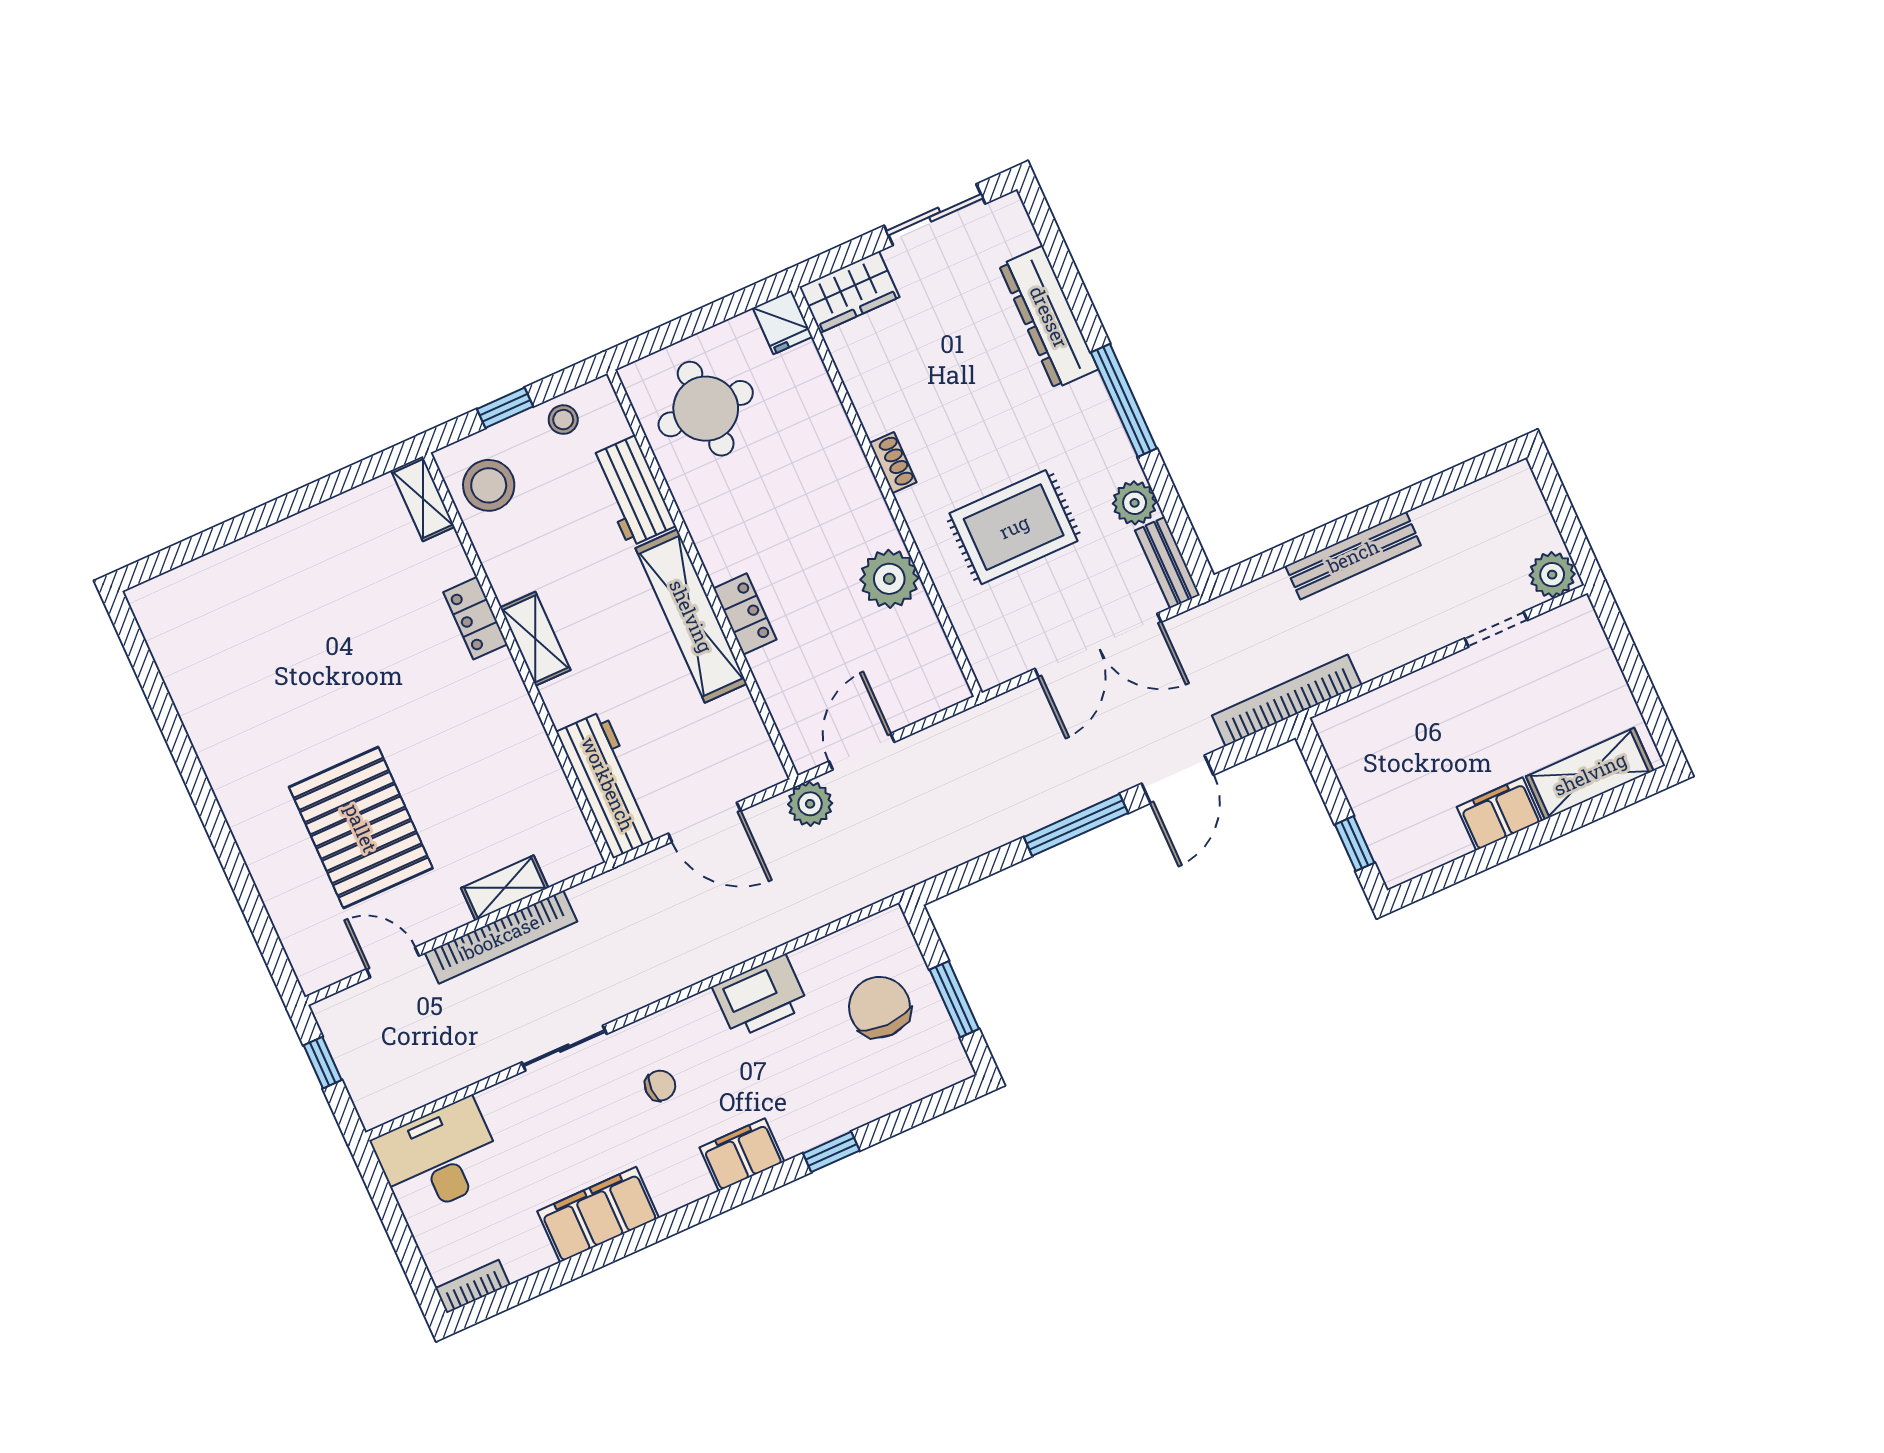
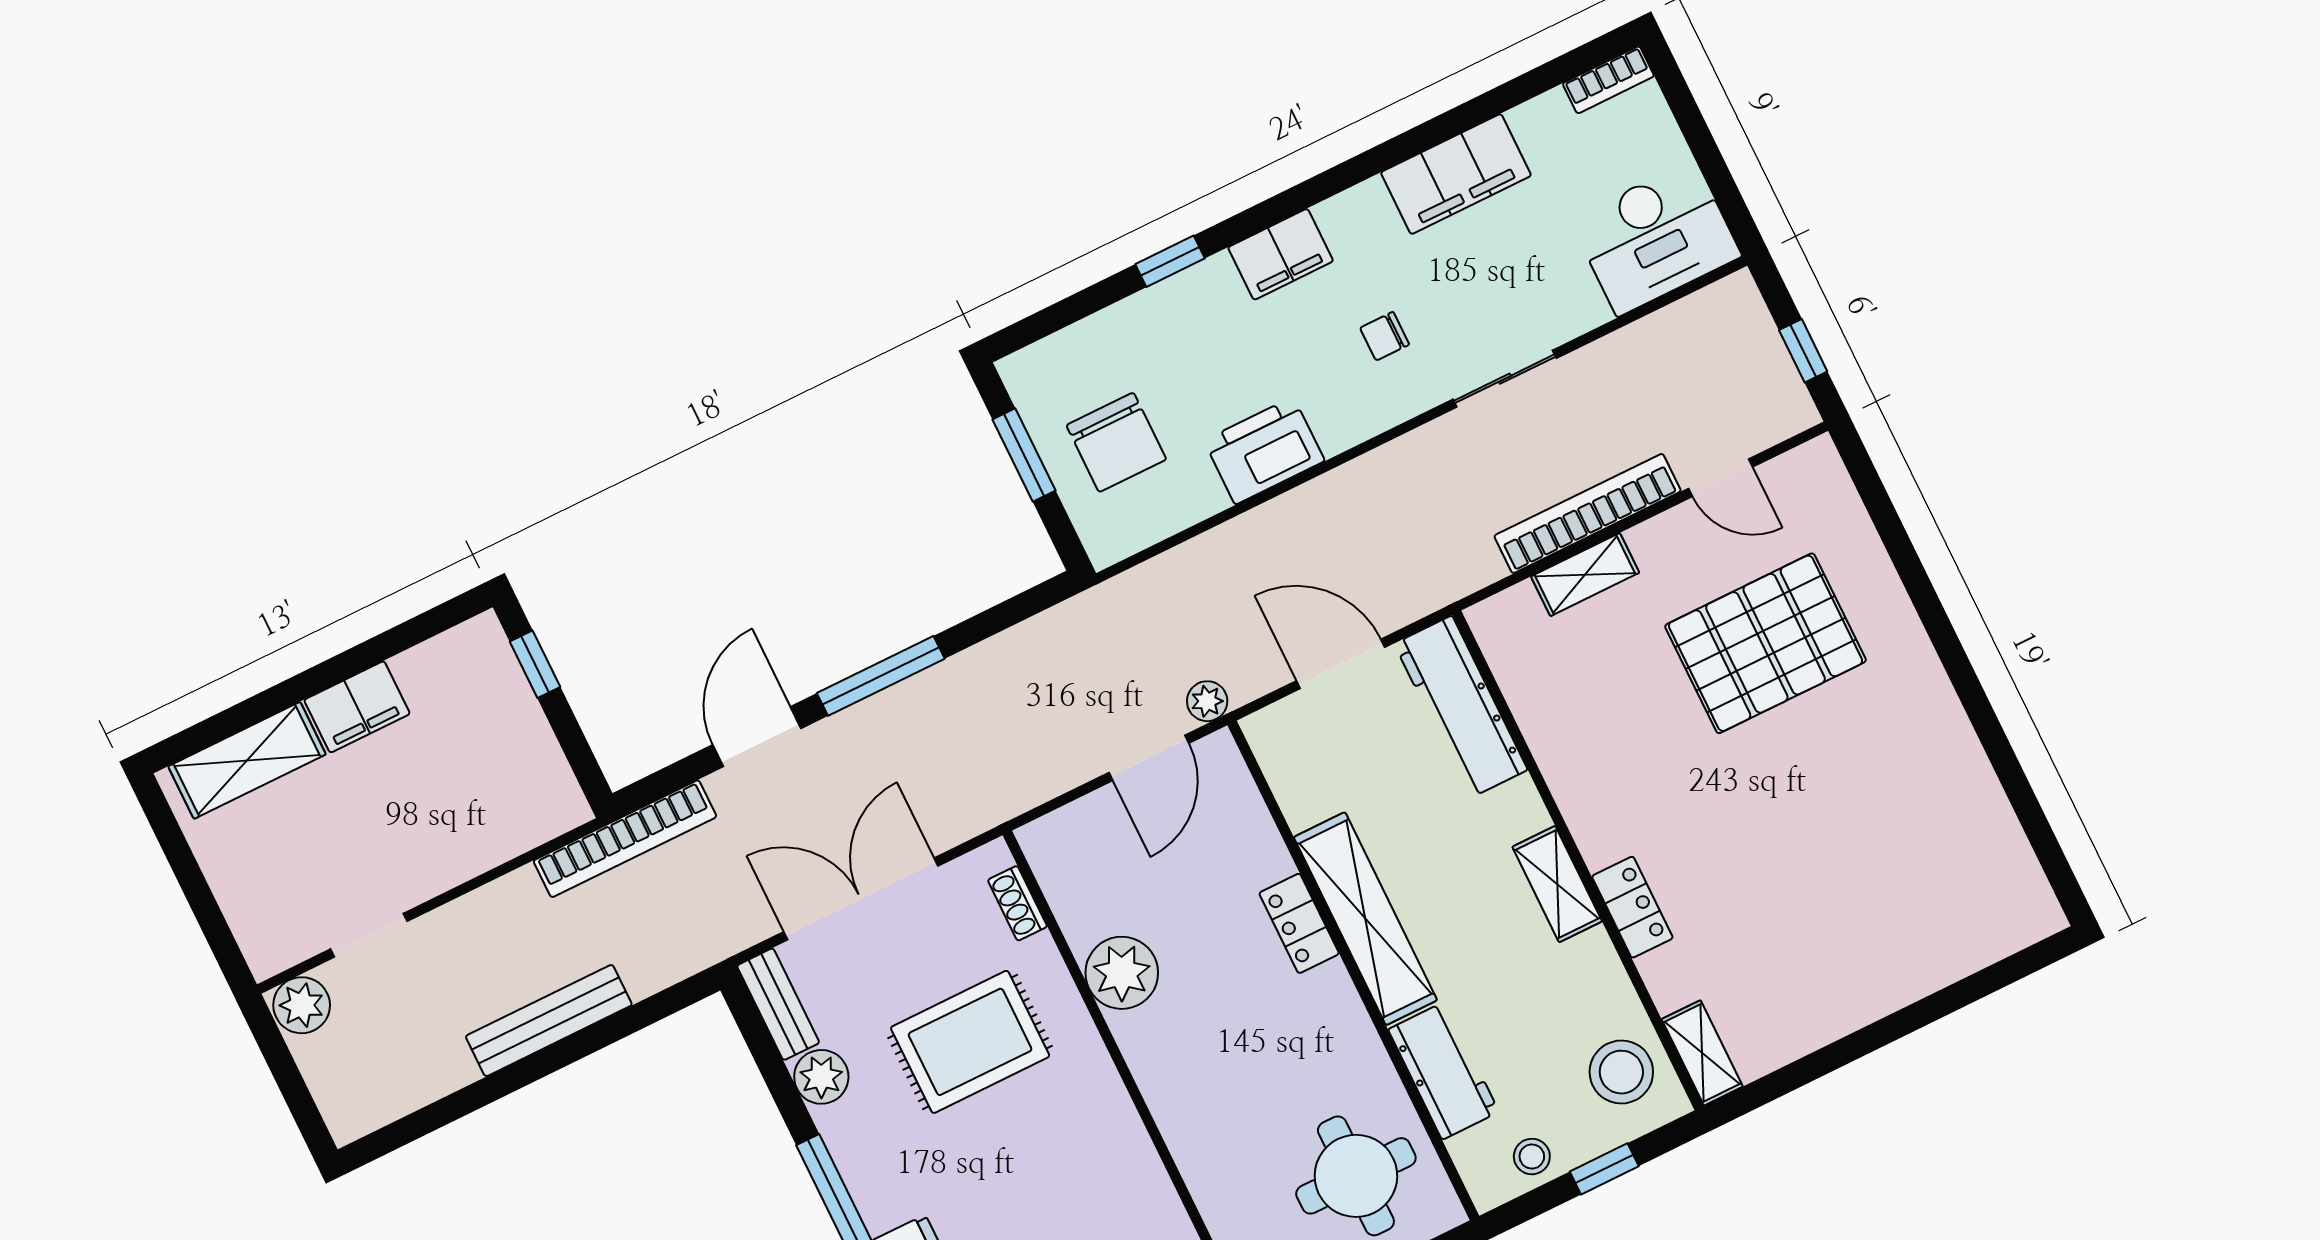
shoe rack: (893, 463) -> (1017, 903), moved
plant: (810, 804) -> (1207, 701), width x0.73, depth x0.73
pallet: (361, 828) -> (1766, 643), turned 90

